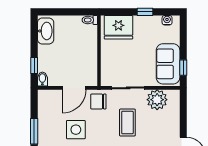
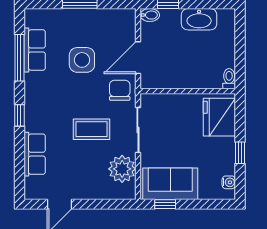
washbasin: (46, 31) -> (199, 19), moved
door: (74, 88) -> (138, 58), hinge flipped

